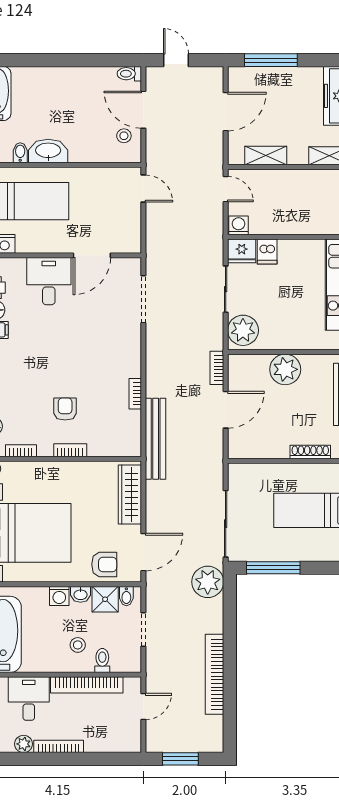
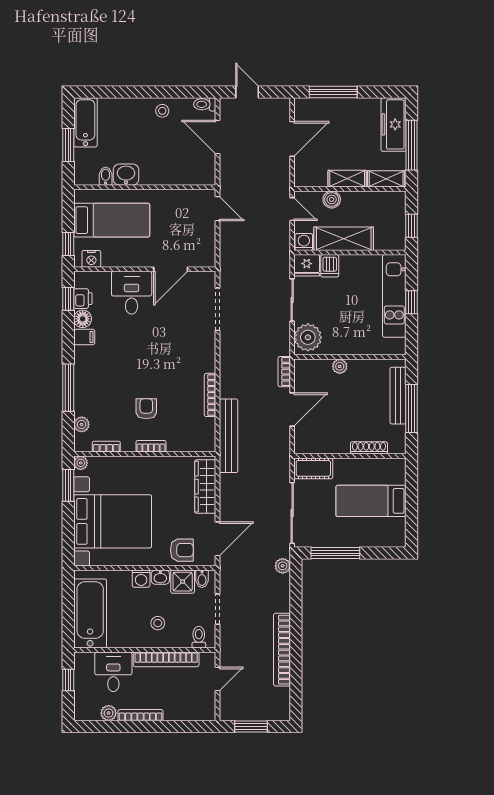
stool: (124, 136) -> (162, 111), moved
washbasin: (48, 151) -> (126, 175), width x0.72
shelving: (266, 156) -> (347, 179), moved
boiler: (269, 178) -> (332, 200), added
shelving: (282, 222) -> (344, 239), added
plant: (285, 369) -> (340, 366), width x0.53, depth x0.53
bookcase: (135, 394) -> (210, 395), width x1.56
cot: (249, 475) -> (313, 468), added
plant: (208, 582) -> (283, 566), width x0.53, depth x0.53
toilet: (102, 660) -> (199, 637), moved

